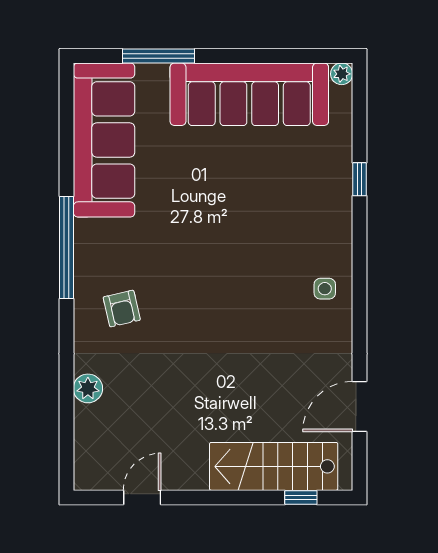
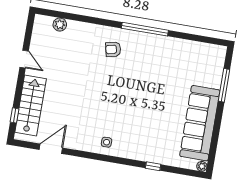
sofa: (104, 140) -> (190, 54), removed
plant: (88, 388) -> (60, 25), moved
door: (360, 407) -> (51, 149), hinge flipped
door: (142, 497) -> (24, 59), moved

